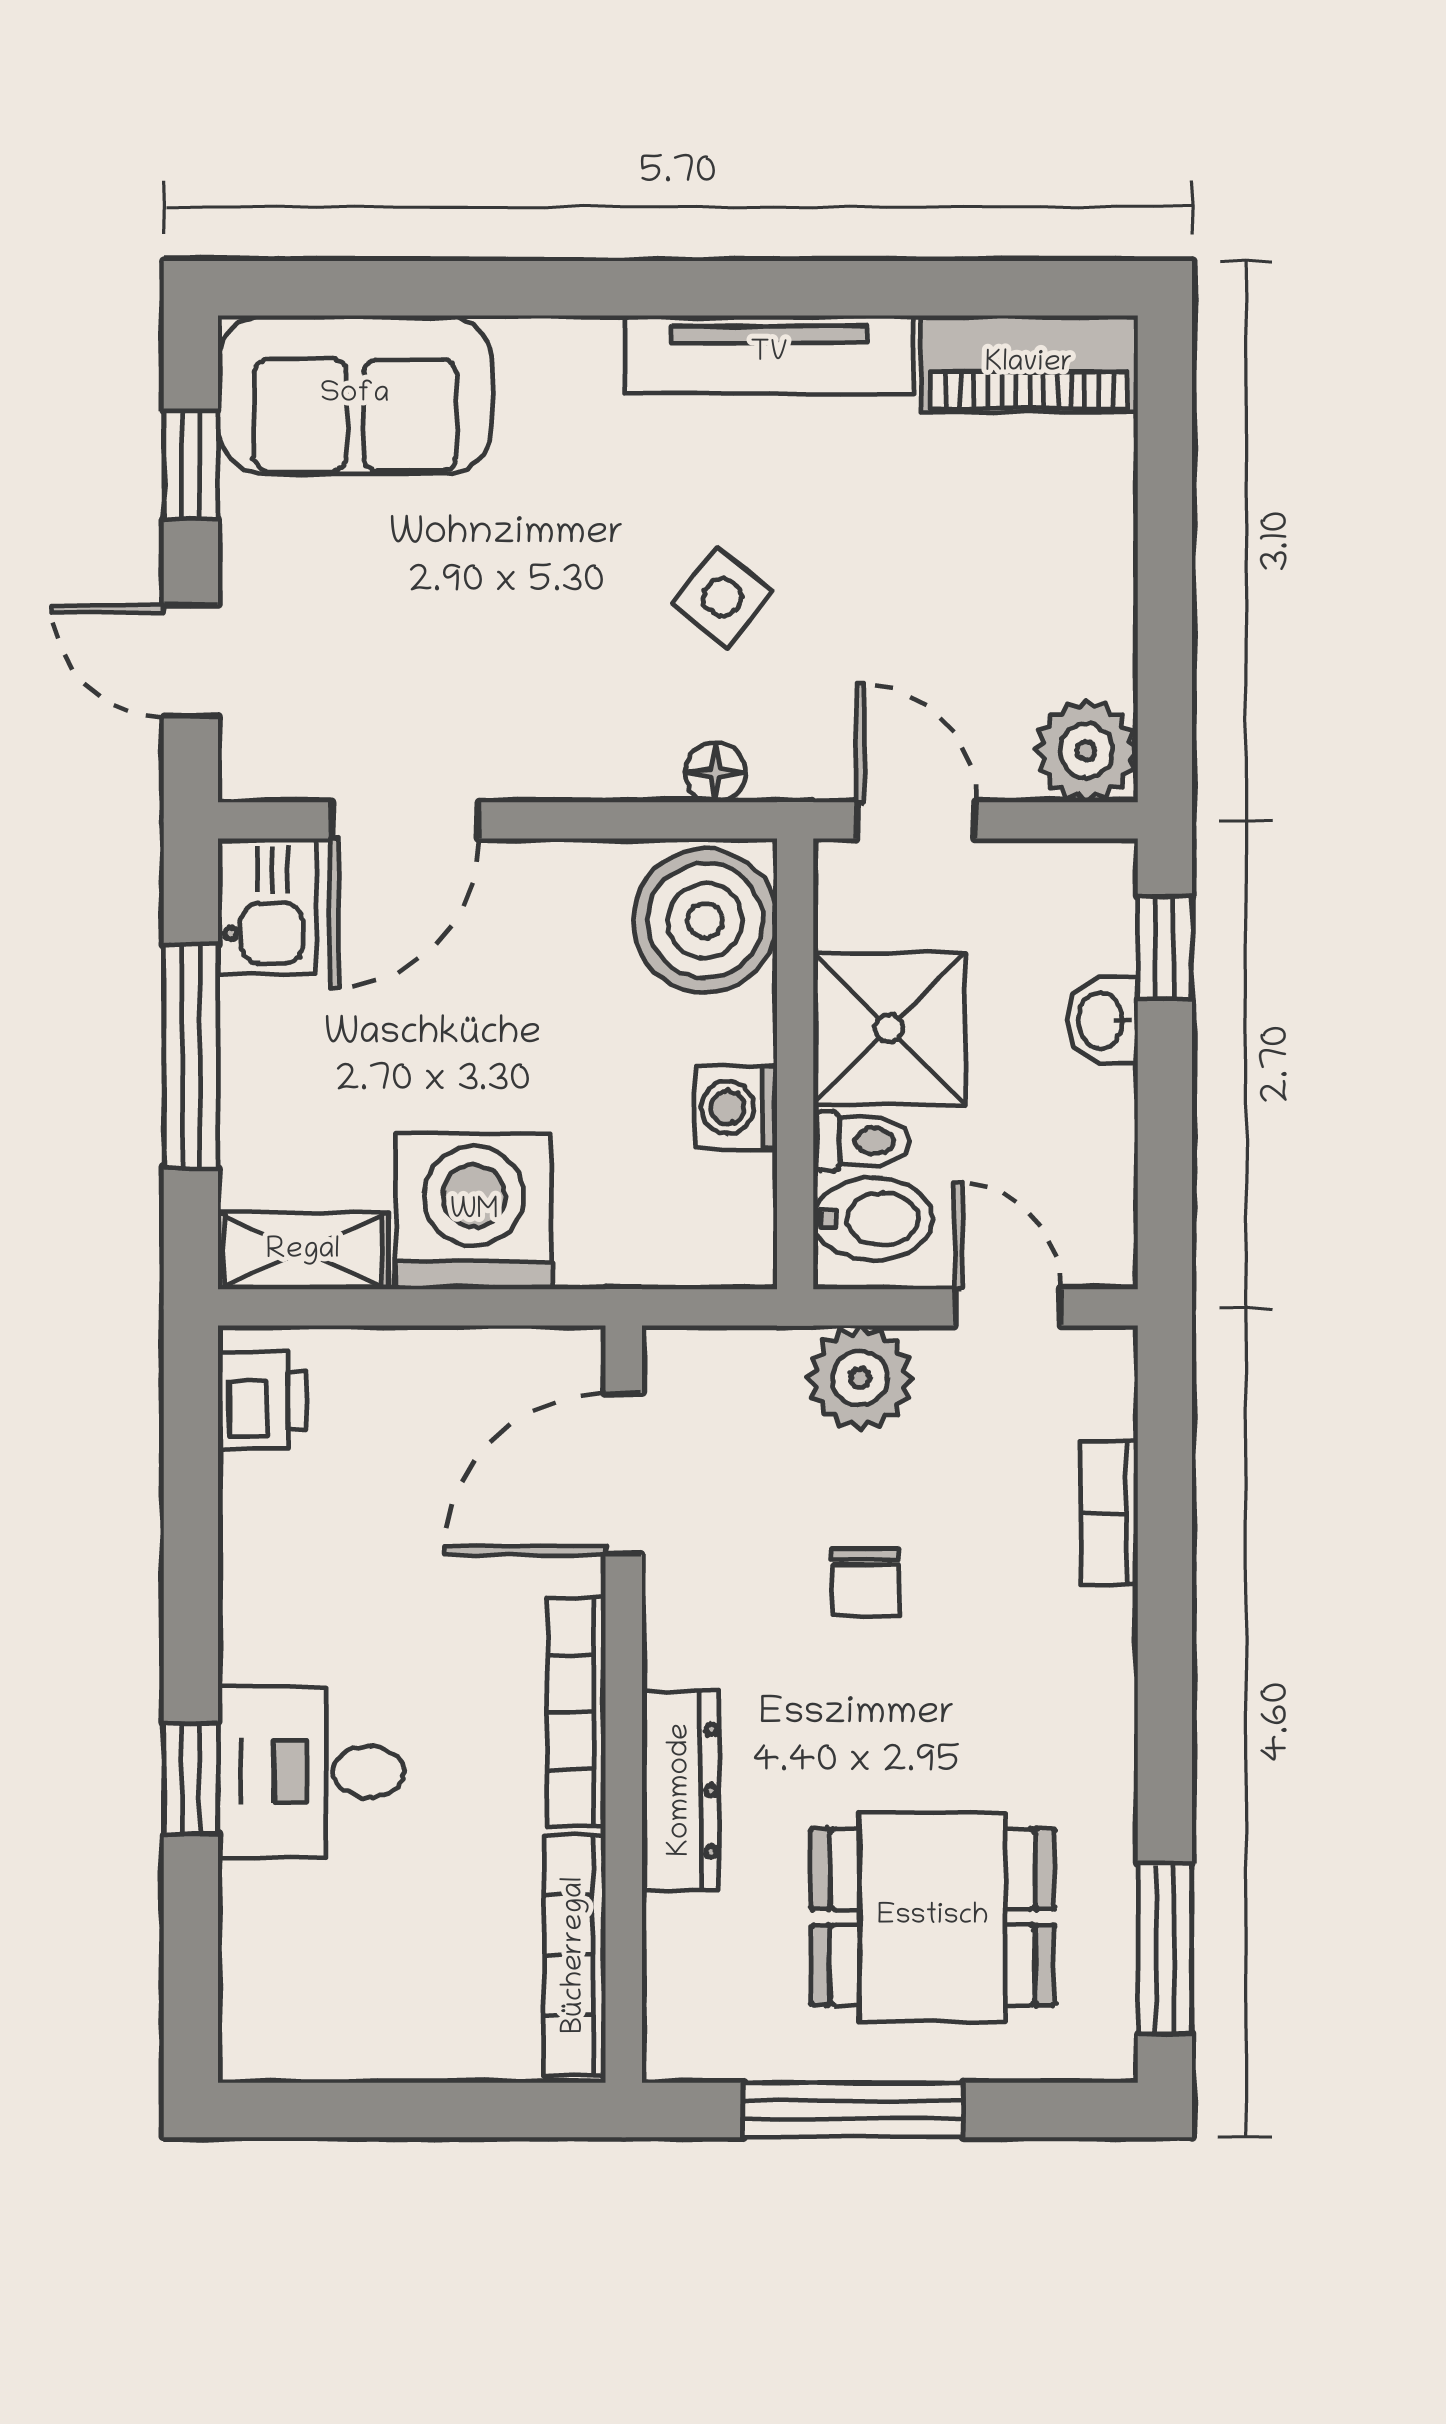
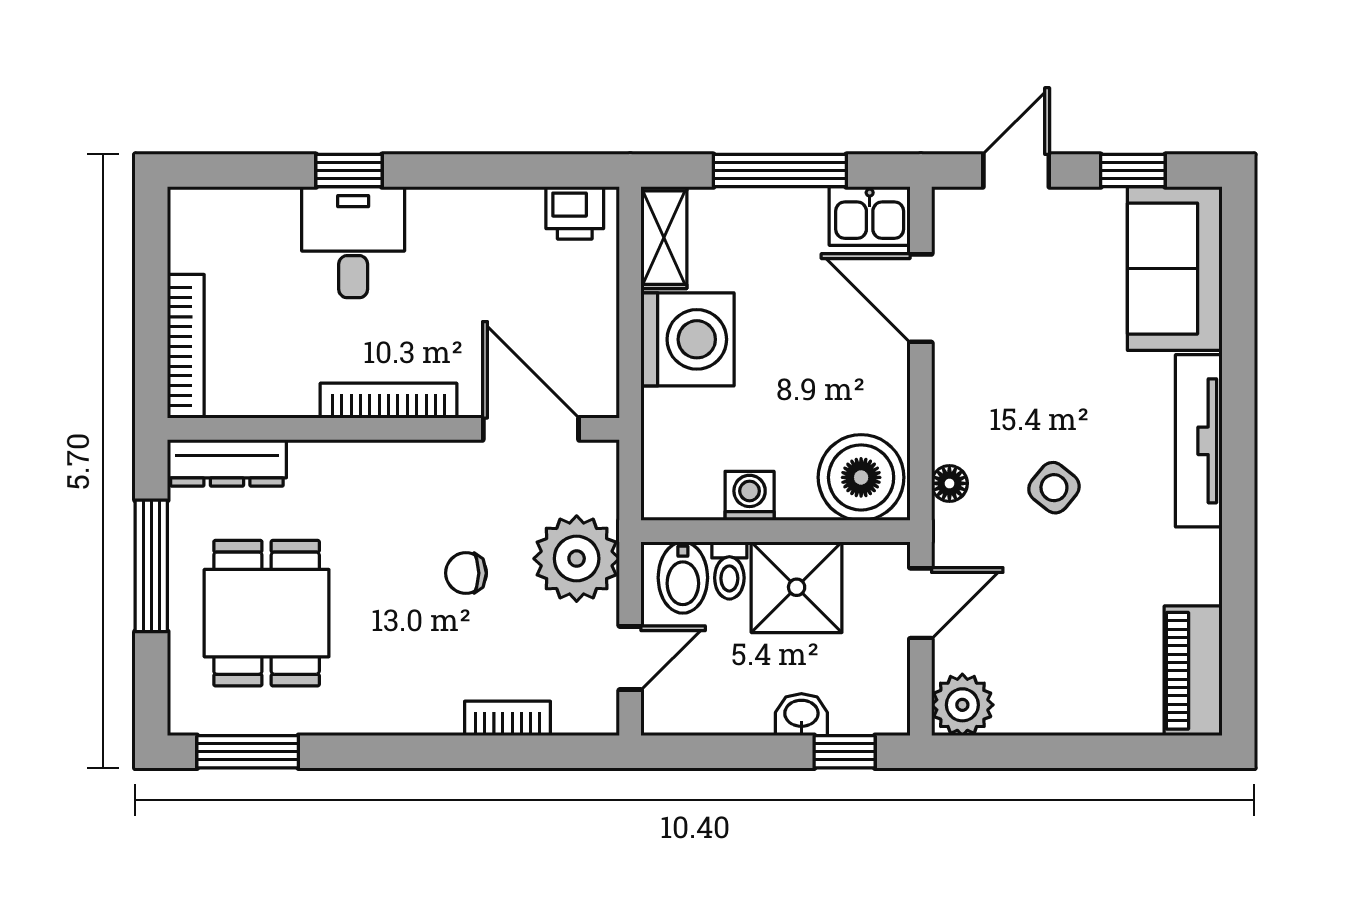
tv unit: (769, 354) -> (1199, 441), moved
plant: (860, 1378) -> (577, 559), width x1.36, depth x1.36
dresser: (681, 1790) -> (227, 463), moved
bookcase: (575, 1955) -> (186, 346), moved, turned 90

